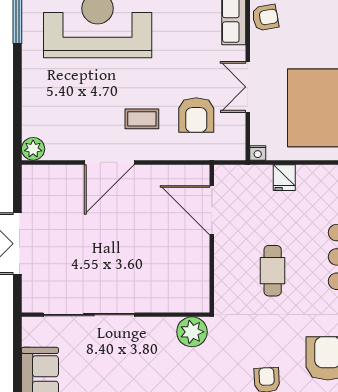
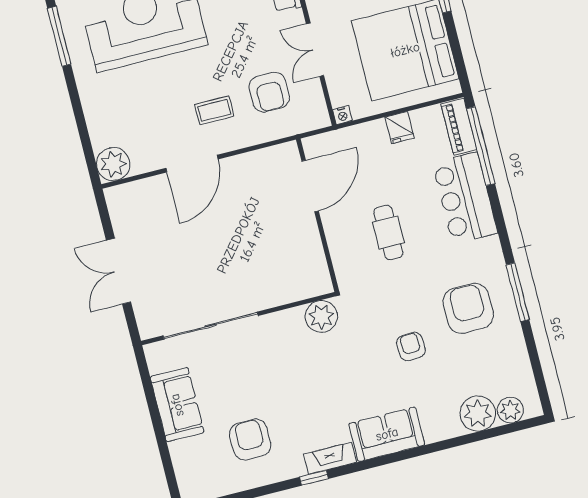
plant: (33, 149) -> (113, 164), width x1.36, depth x1.36
fridge: (284, 178) -> (399, 128), moved
door: (212, 210) -> (310, 186), swing flipped

